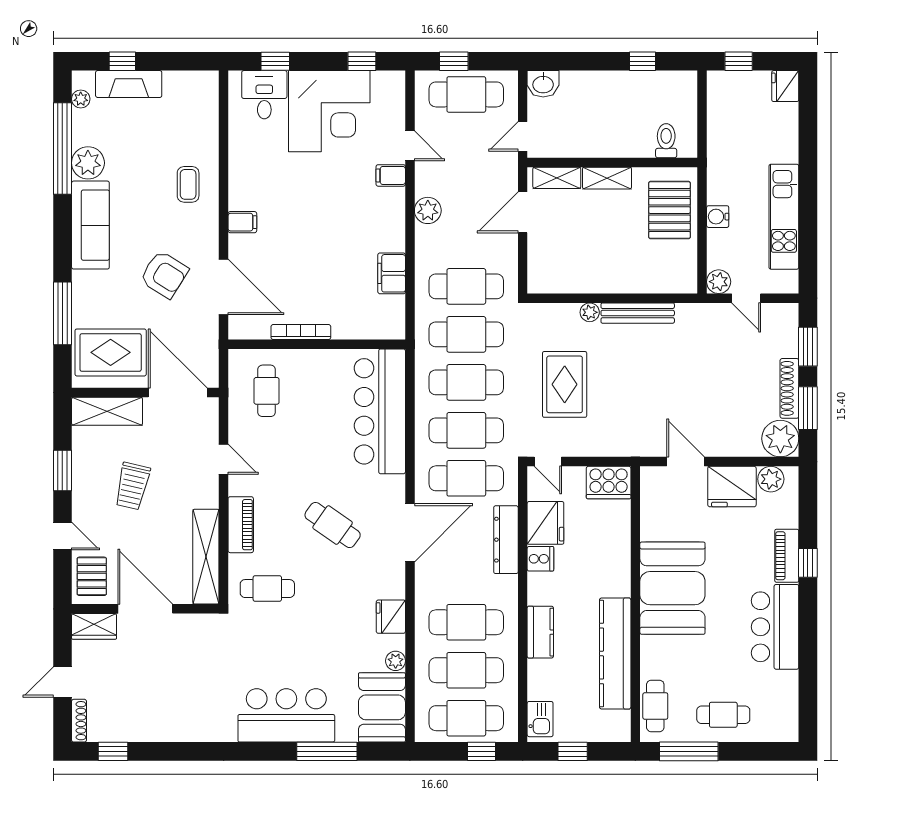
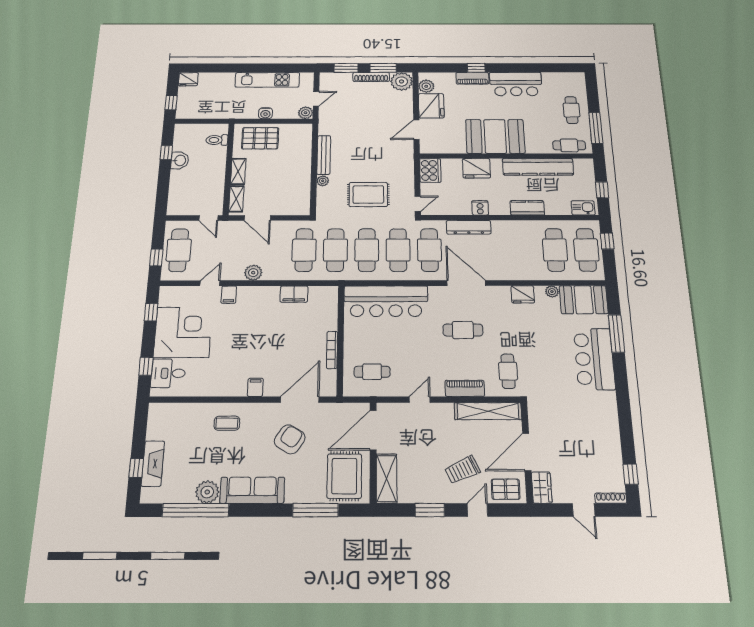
washbasin: (543, 84) -> (180, 160), moved
plant: (81, 99) -> (161, 497), removed
trolley: (132, 486) -> (462, 470), moved, turned 142
fridge: (545, 523) -> (476, 168), moved, turned 180
cafe table: (333, 525) -> (463, 330), turned 55
cafe table: (466, 622) -> (524, 250), removed

